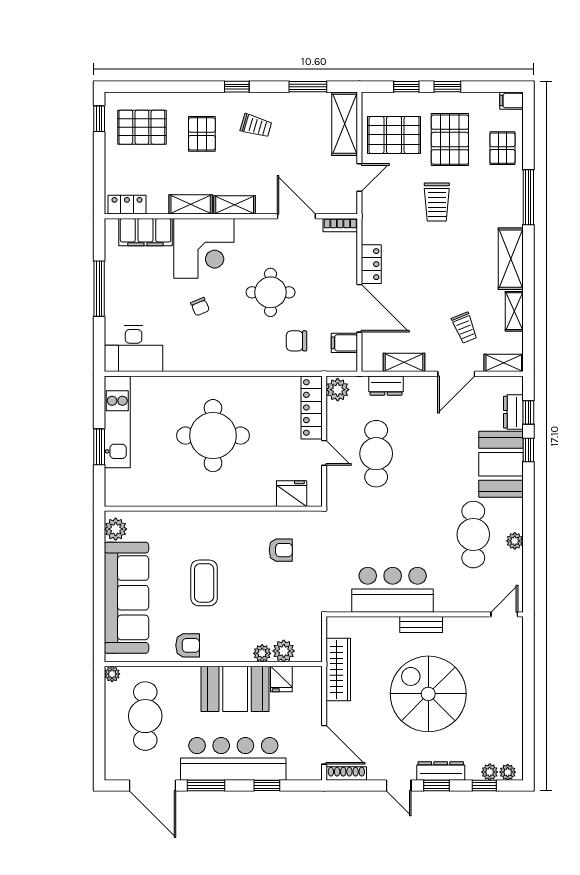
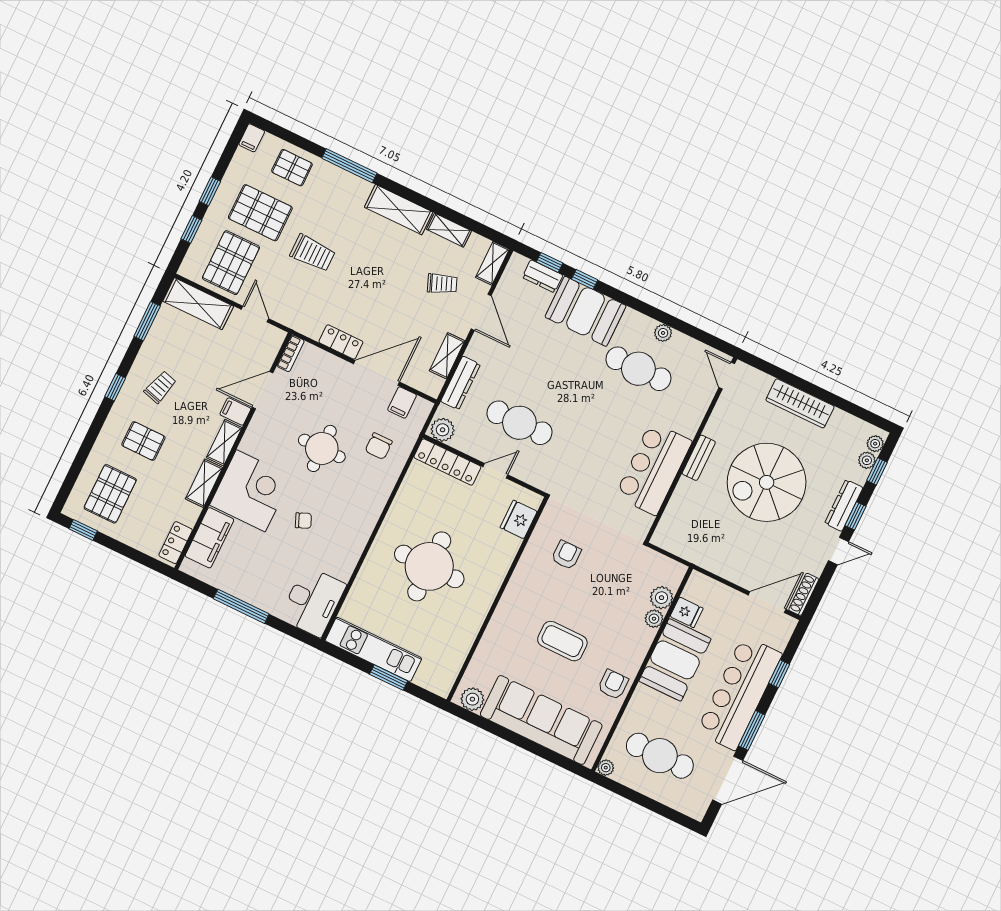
filing cabinet: (266, 202) -> (235, 412), added
dresser: (386, 386) -> (461, 383), width x1.44
wardrobe: (338, 670) -> (800, 403), moved, turned 180

